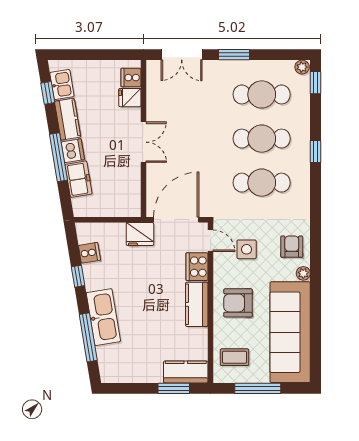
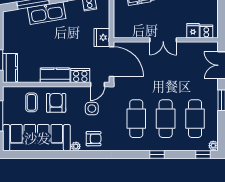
coffee table: (234, 357) -> (31, 102), moved

